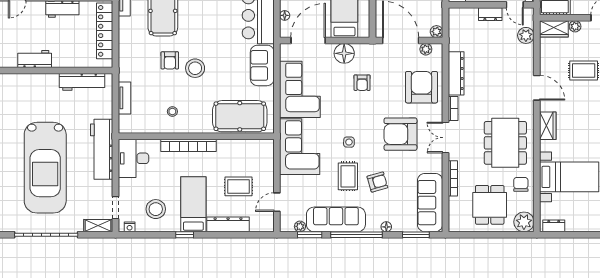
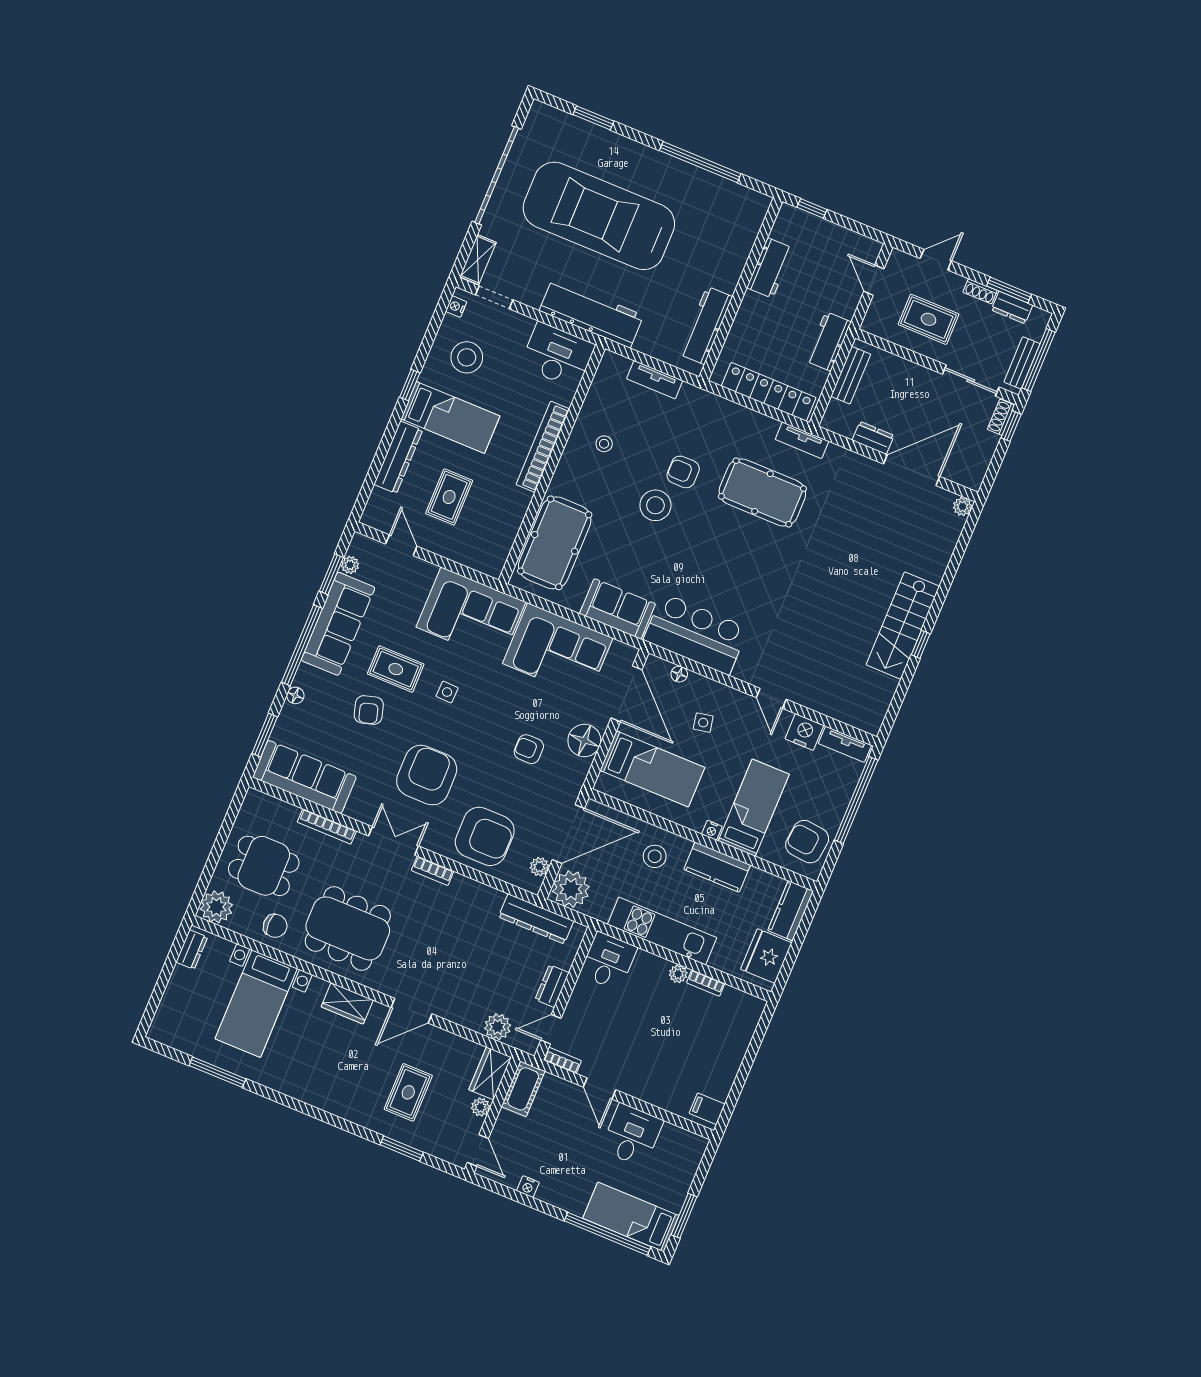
plant: (436, 32) -> (571, 889), width x1.87, depth x1.87
dresser: (456, 73) -> (536, 919), moved

